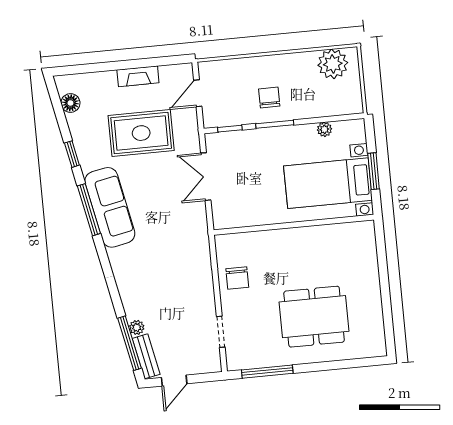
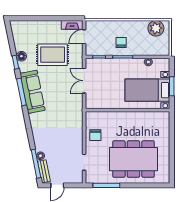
fireplace: (138, 76) -> (72, 25), moved
floor lamp: (70, 103) -> (21, 56), moved
dining table: (314, 317) -> (133, 159), width x1.36, depth x1.24

